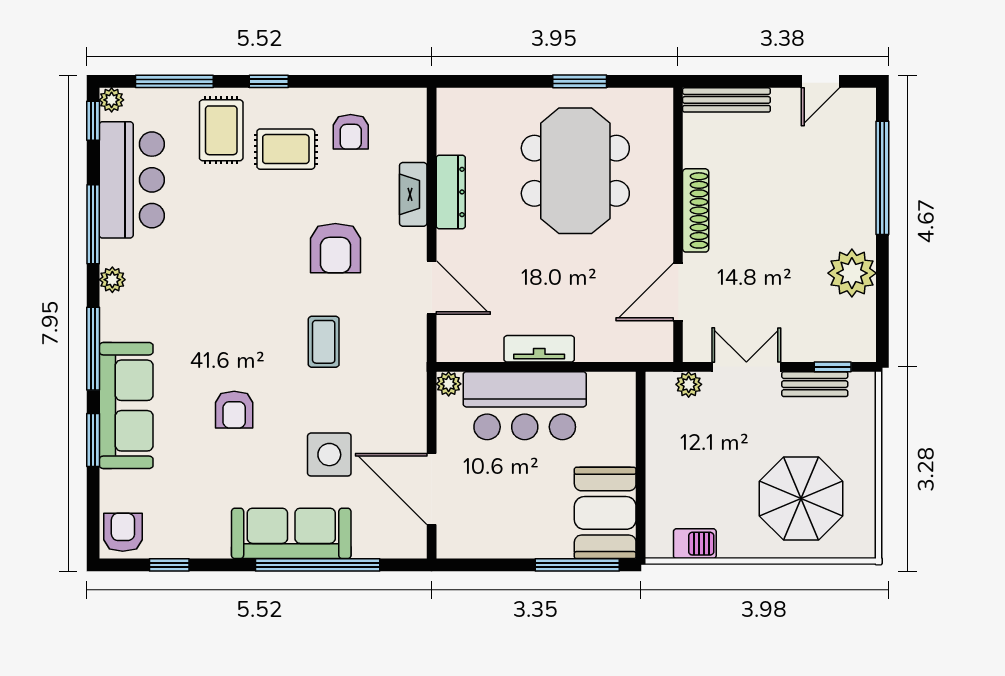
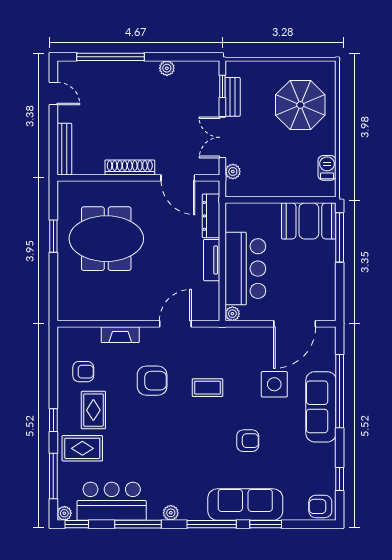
dresser: (451, 192) -> (211, 216), moved, turned -90
plant: (852, 273) -> (167, 68), width x0.53, depth x0.53

